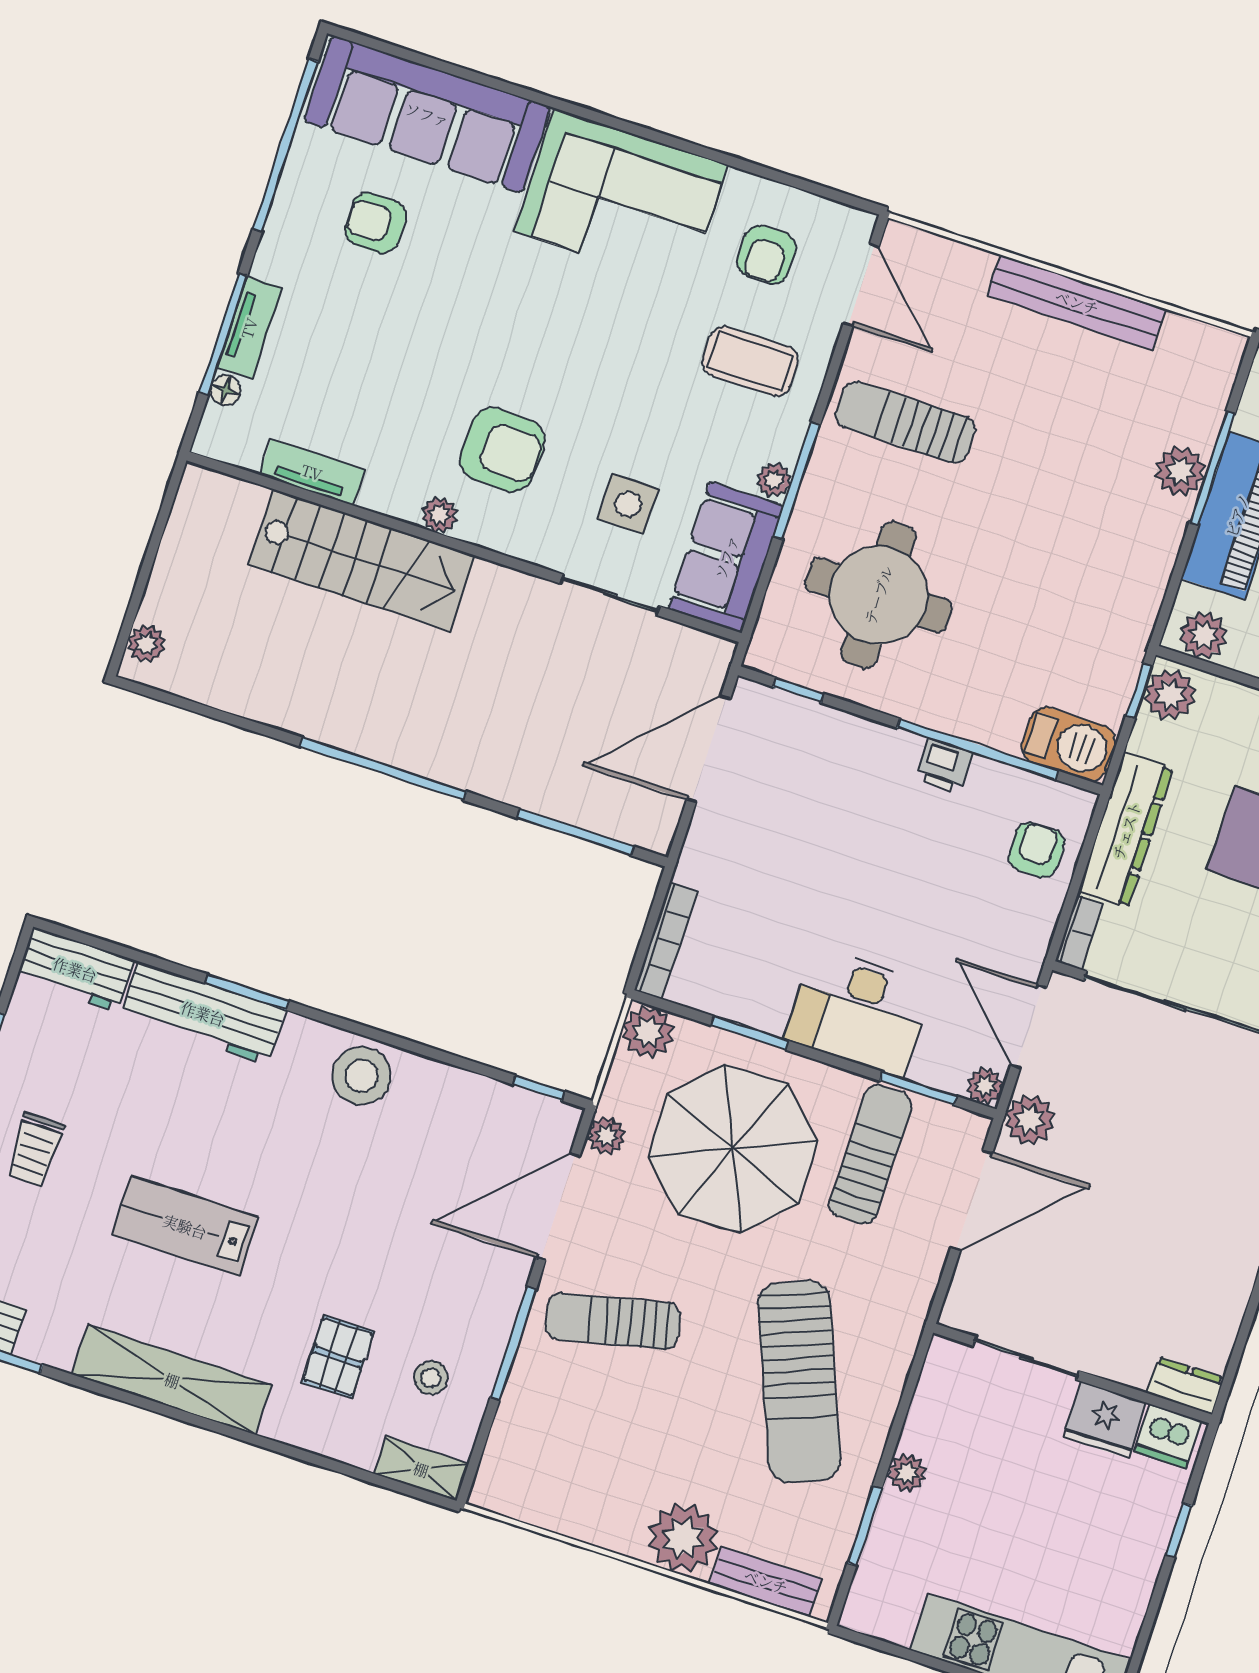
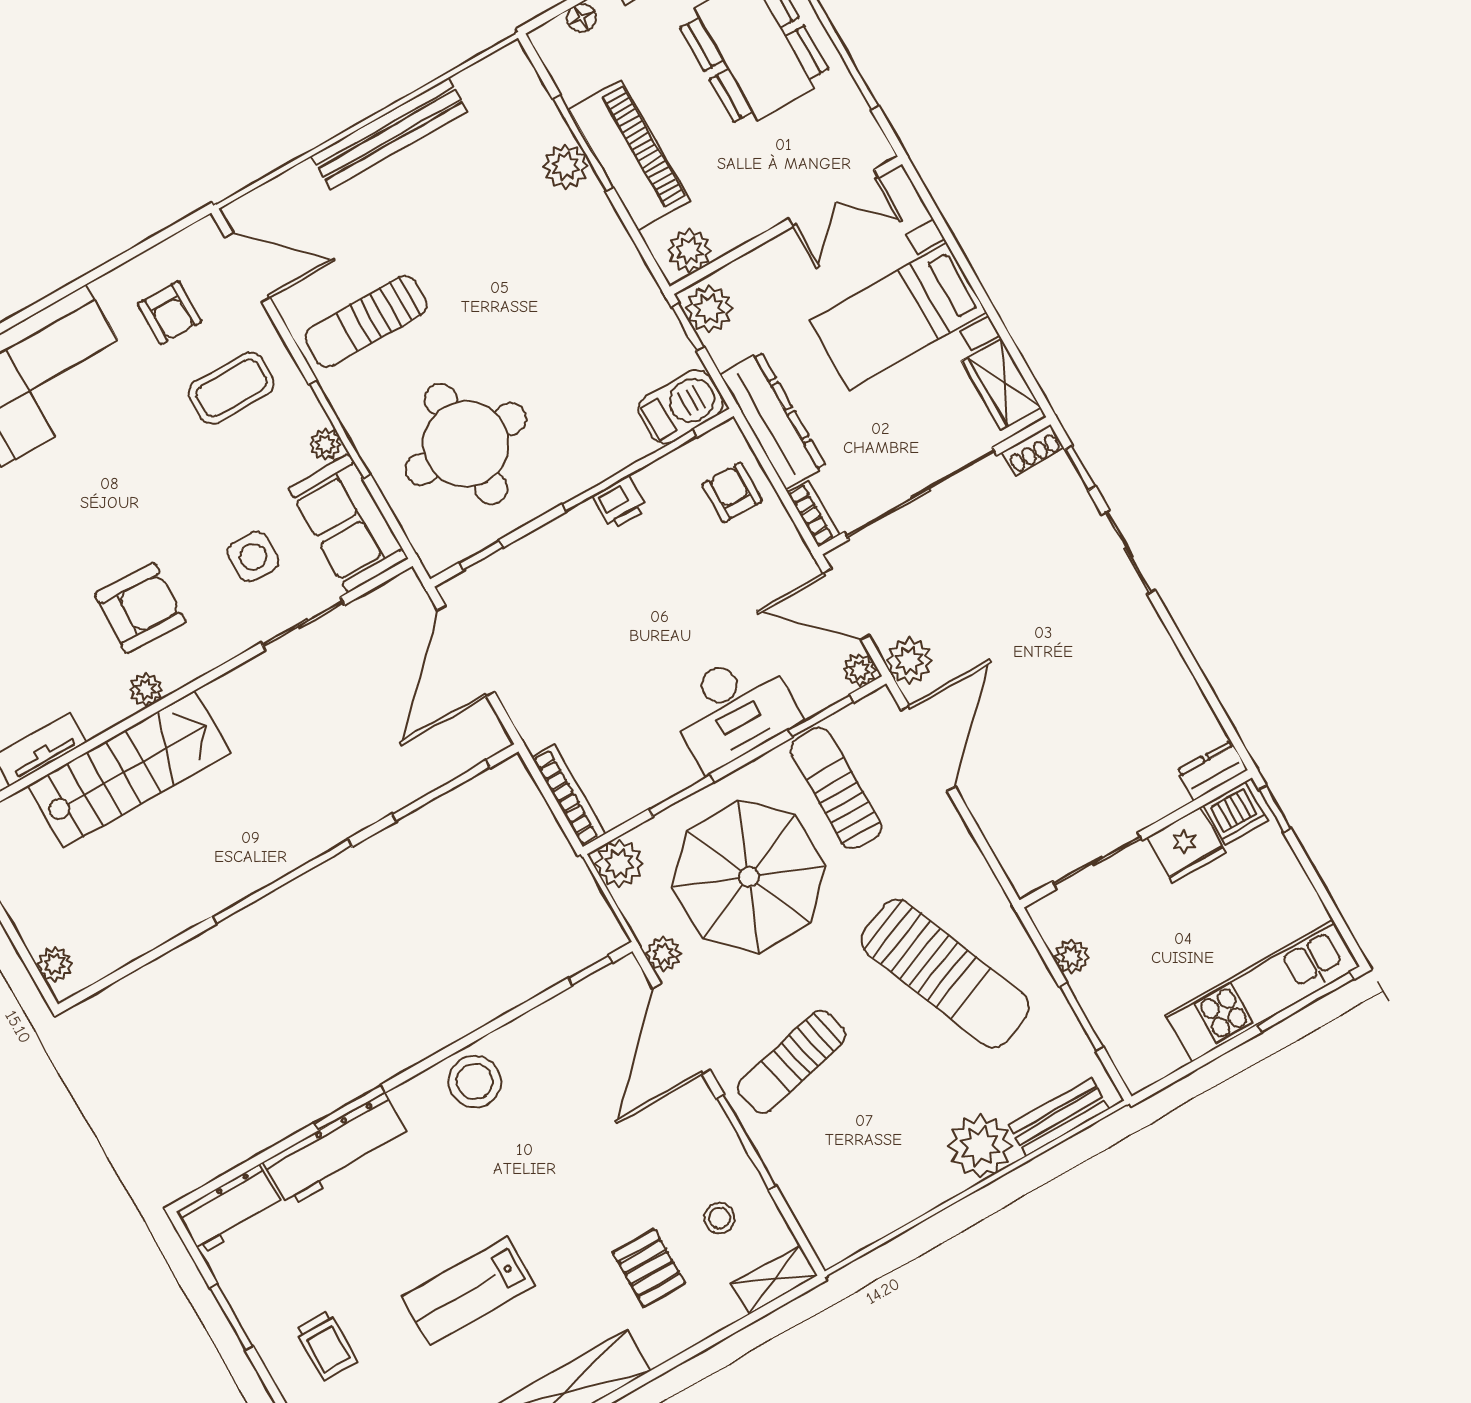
sliding door: (1026, 1358) -> (1097, 861), moved
wall: (1072, 1374) -> (1136, 839), moved
dresser: (1186, 1386) -> (1212, 770), moved
fridge: (1105, 1420) -> (1186, 845), moved
dishwasher: (1168, 1436) -> (1235, 813), moved

